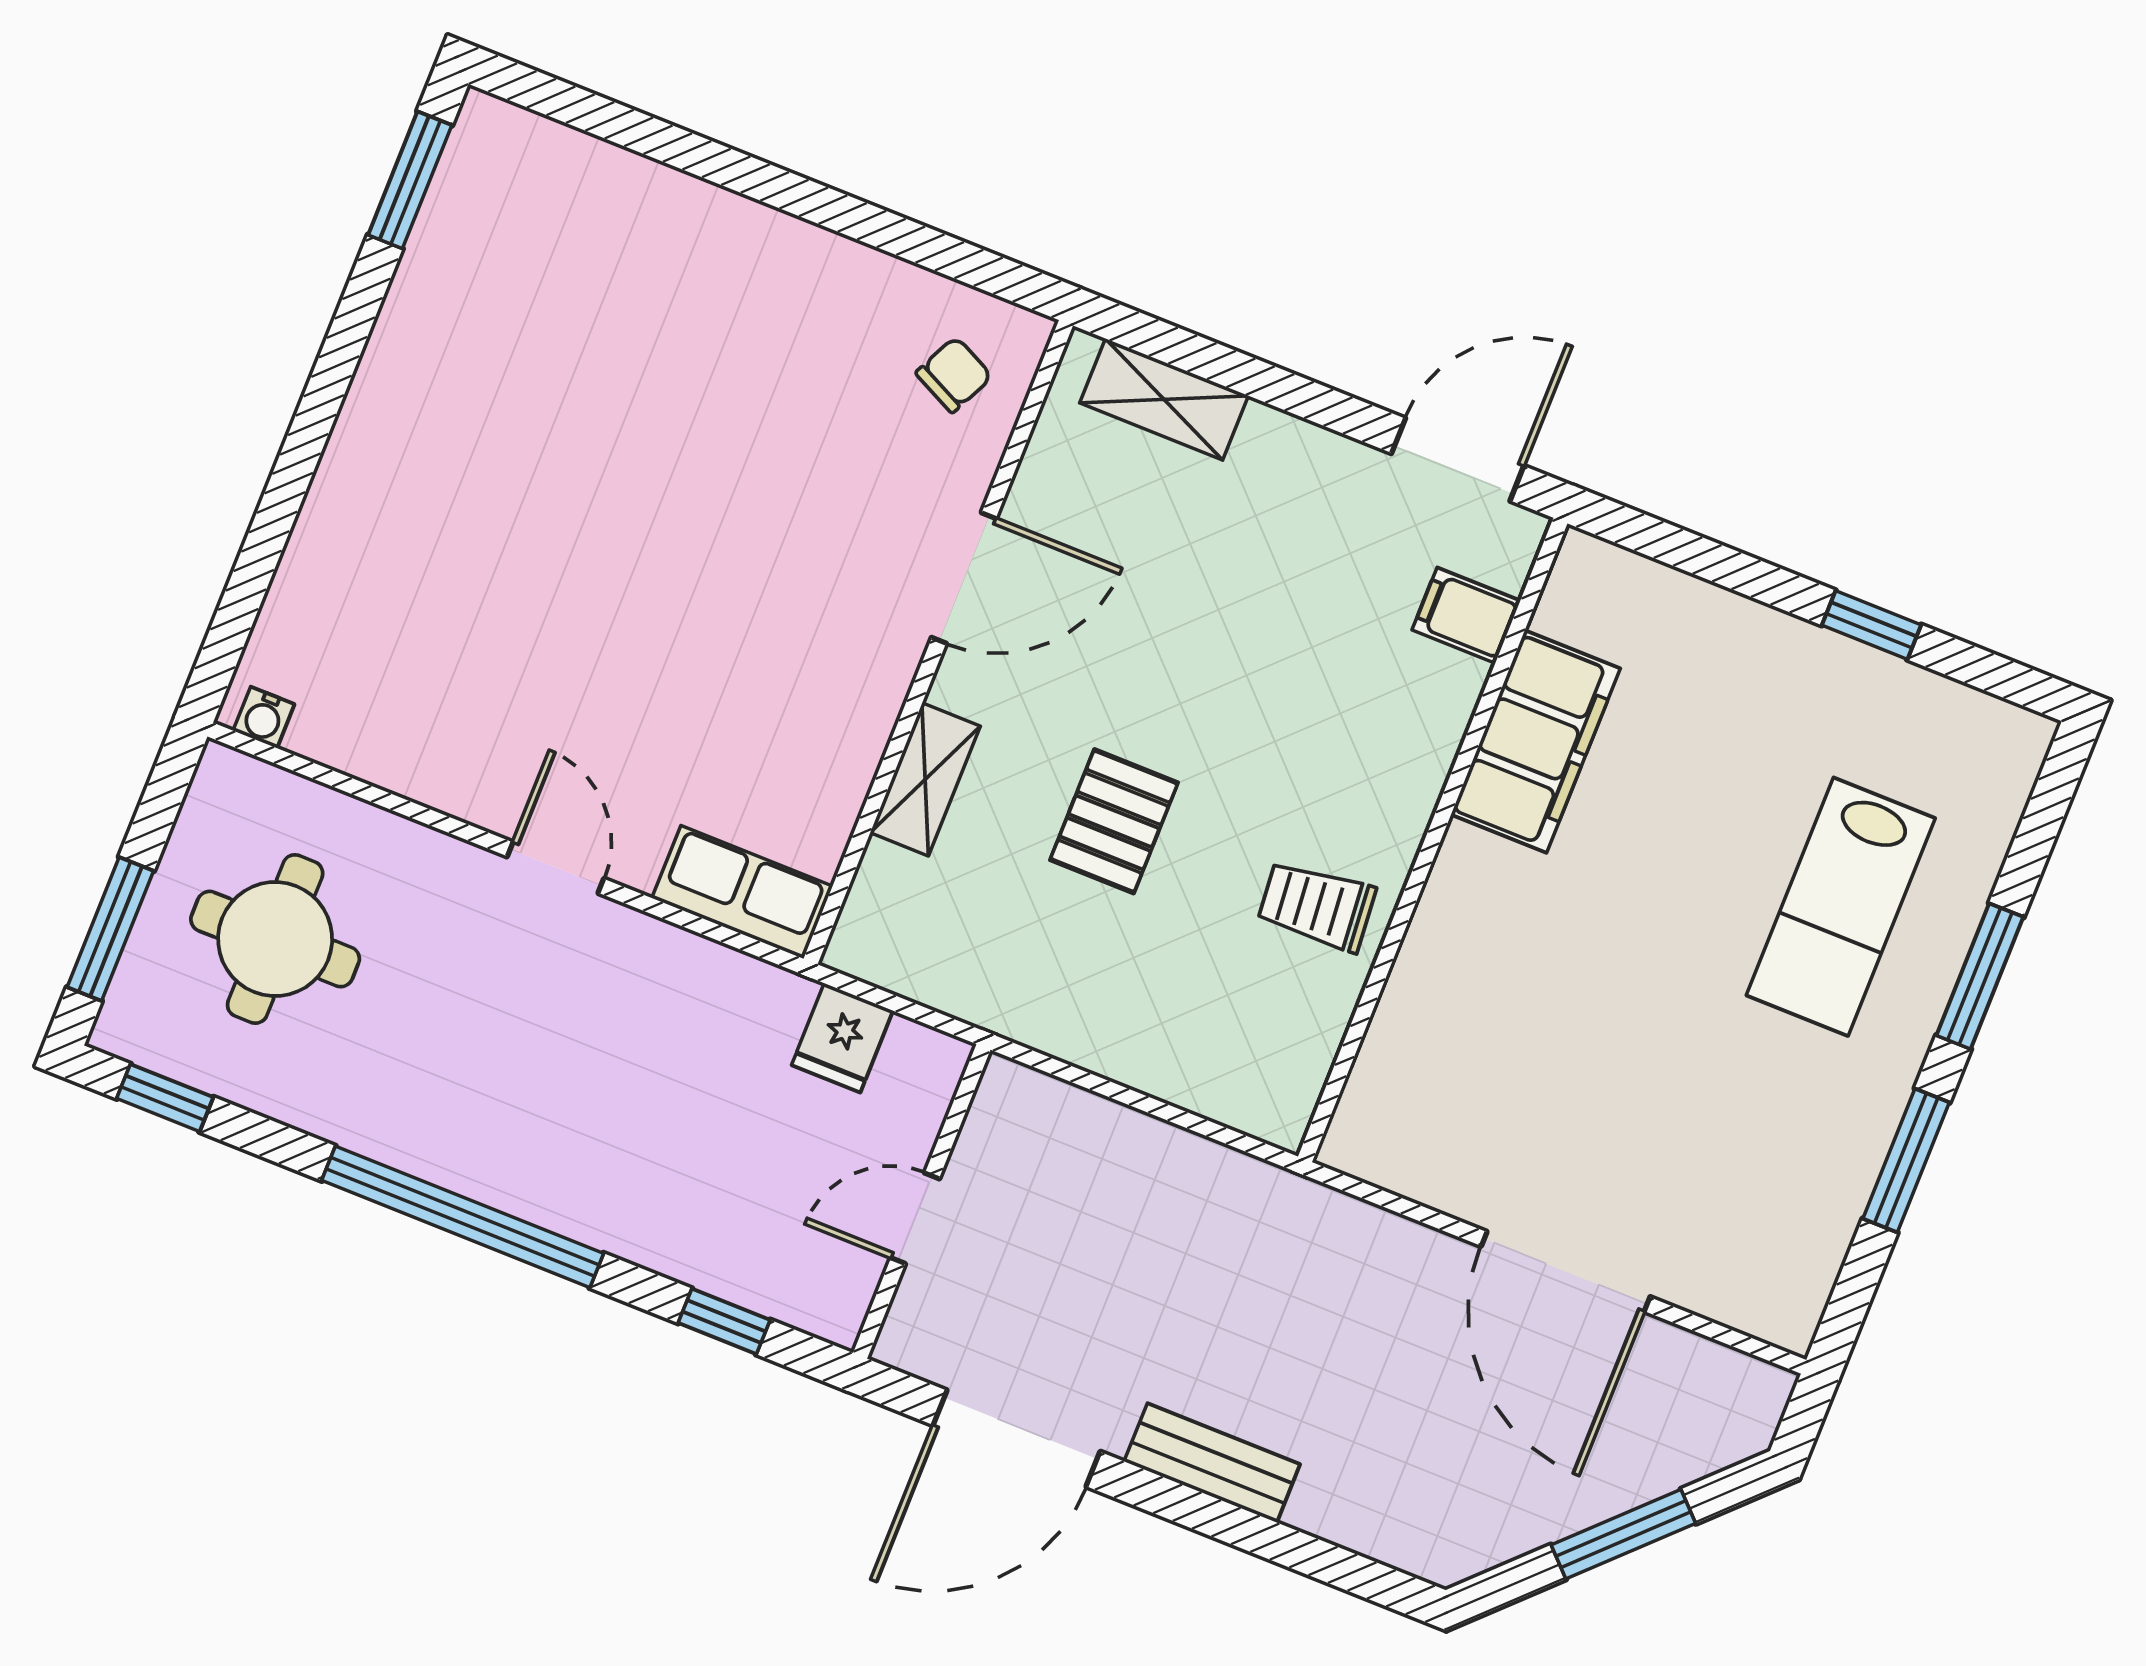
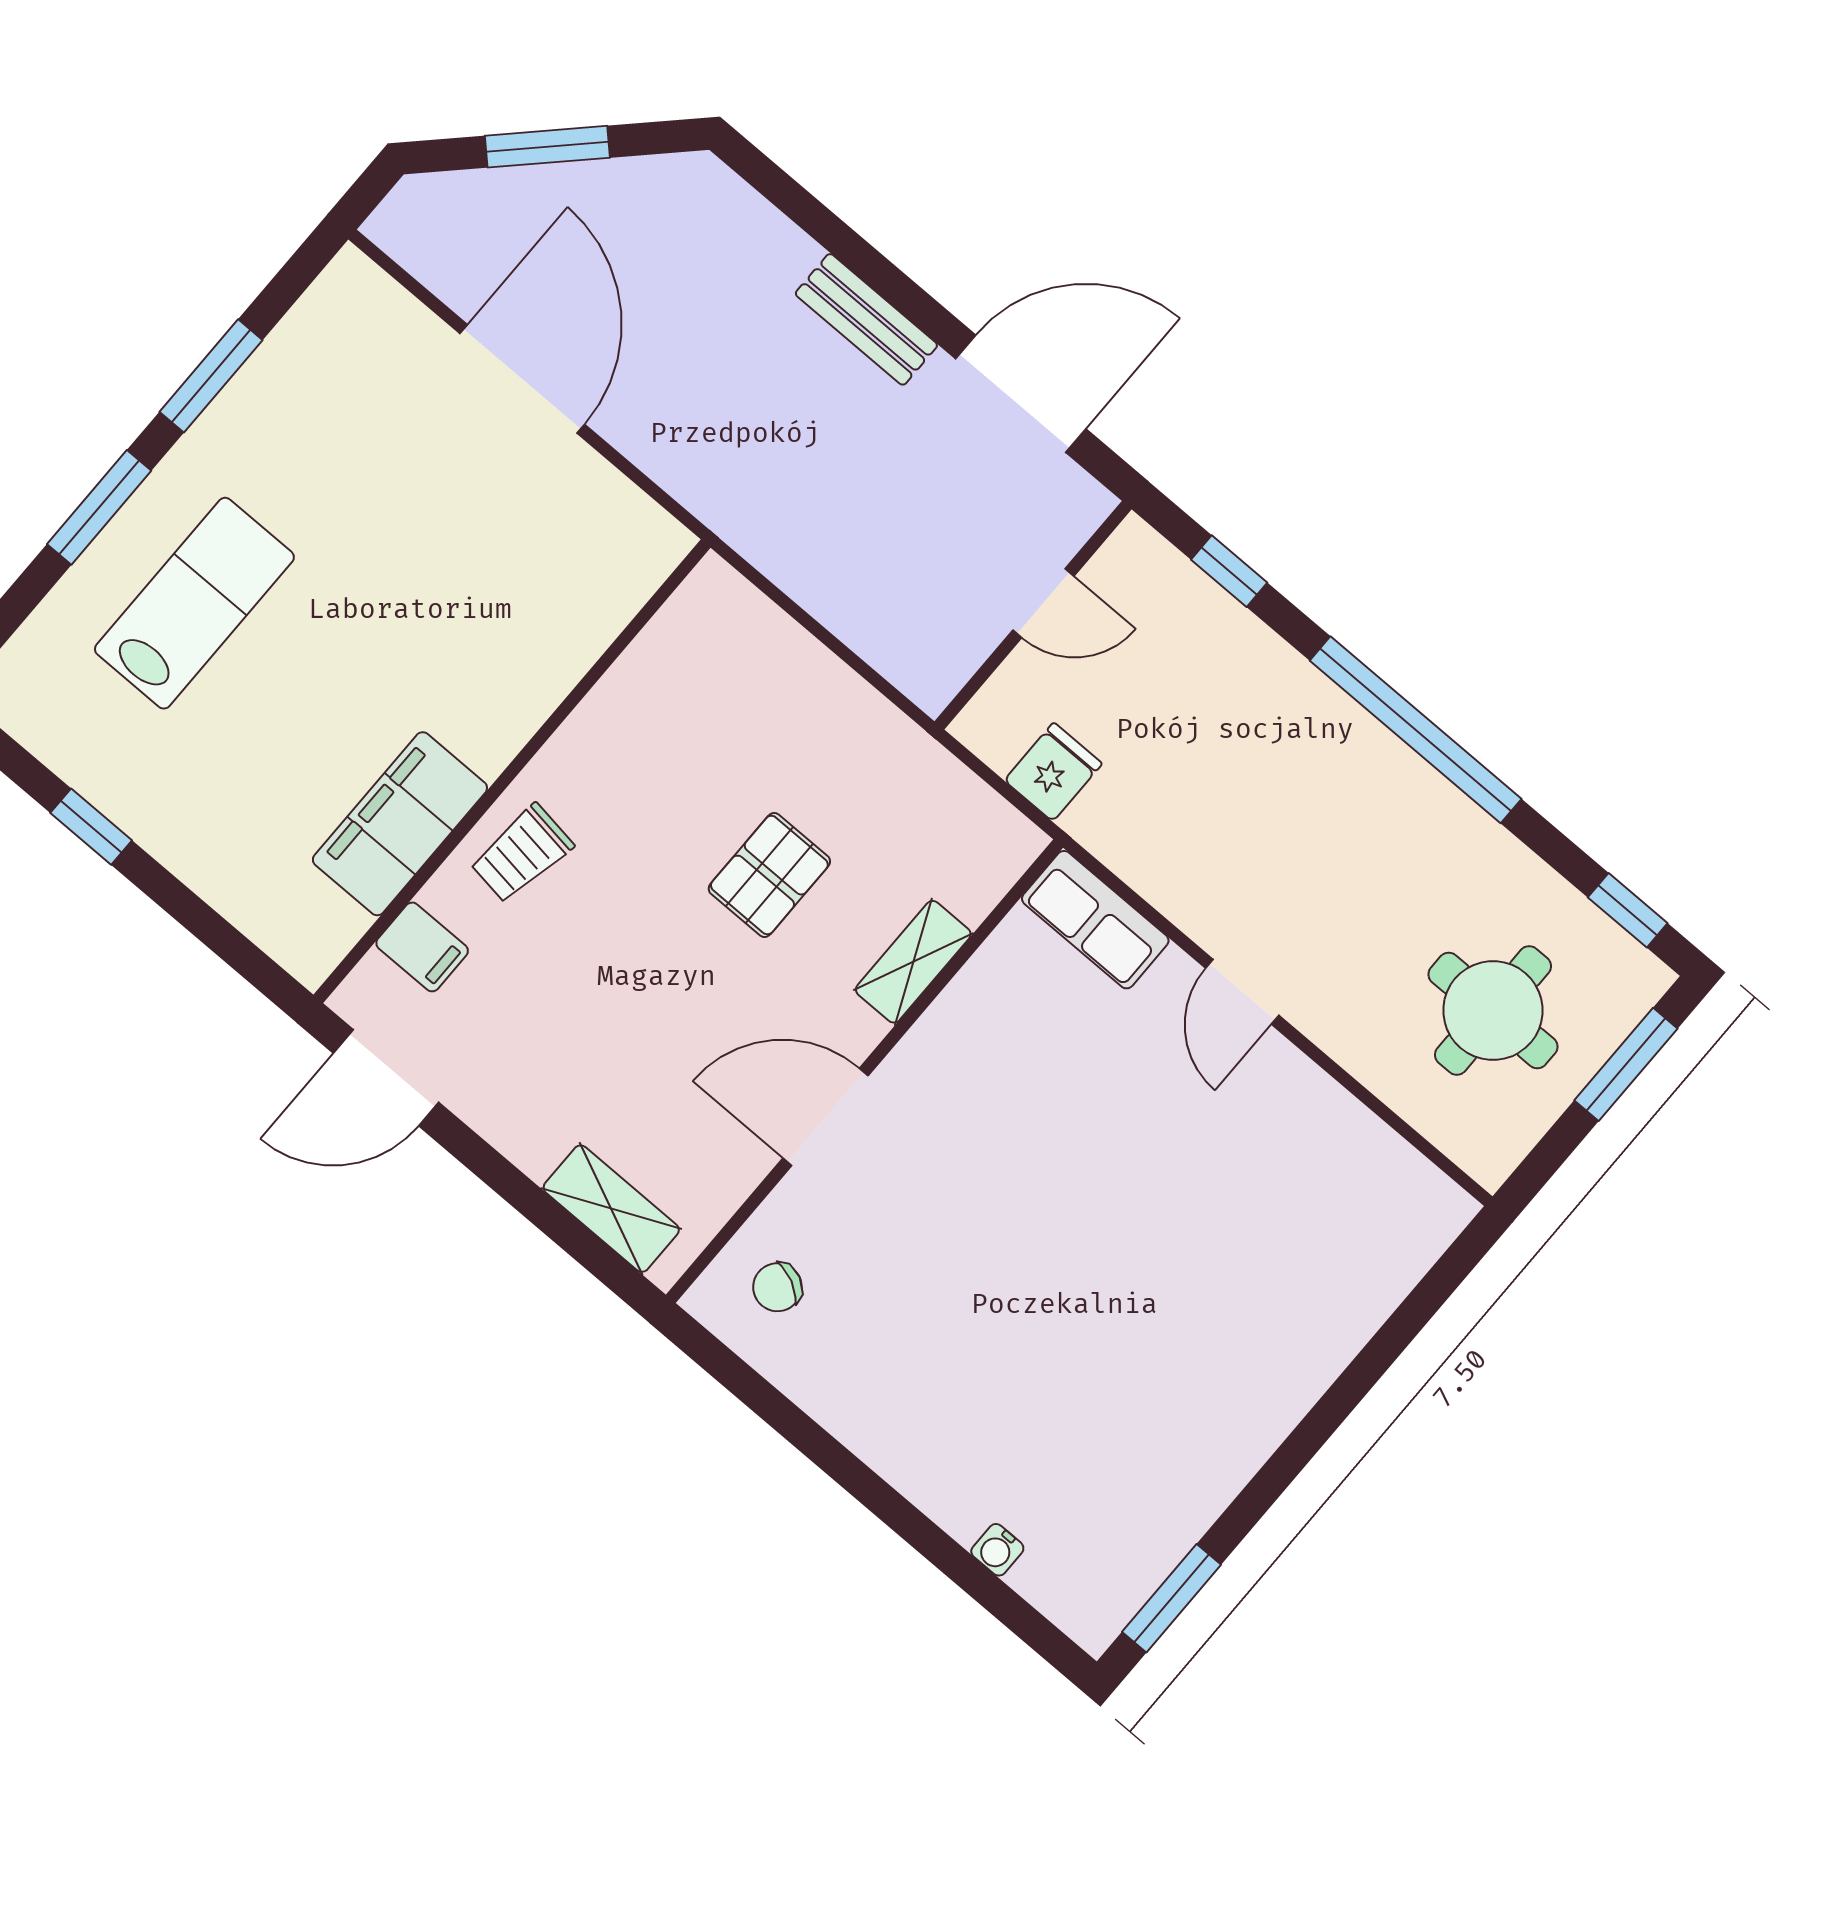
water cooler: (264, 717) -> (997, 1550), moved, turned 180
trolley: (1317, 906) -> (522, 854), moved, turned 103

